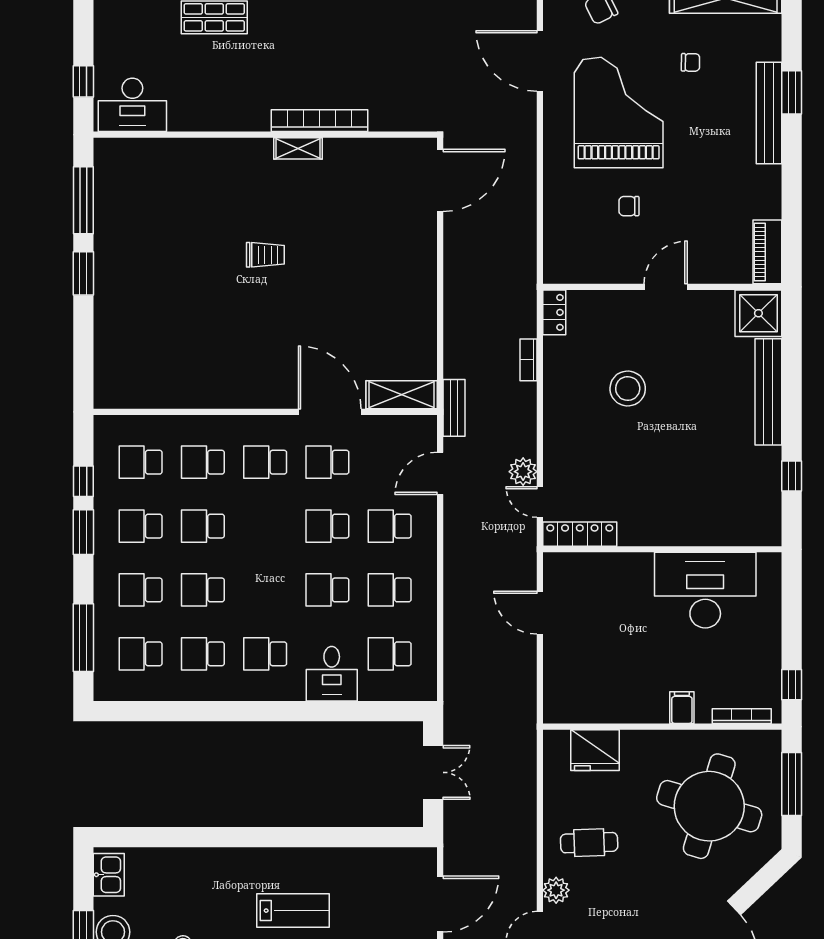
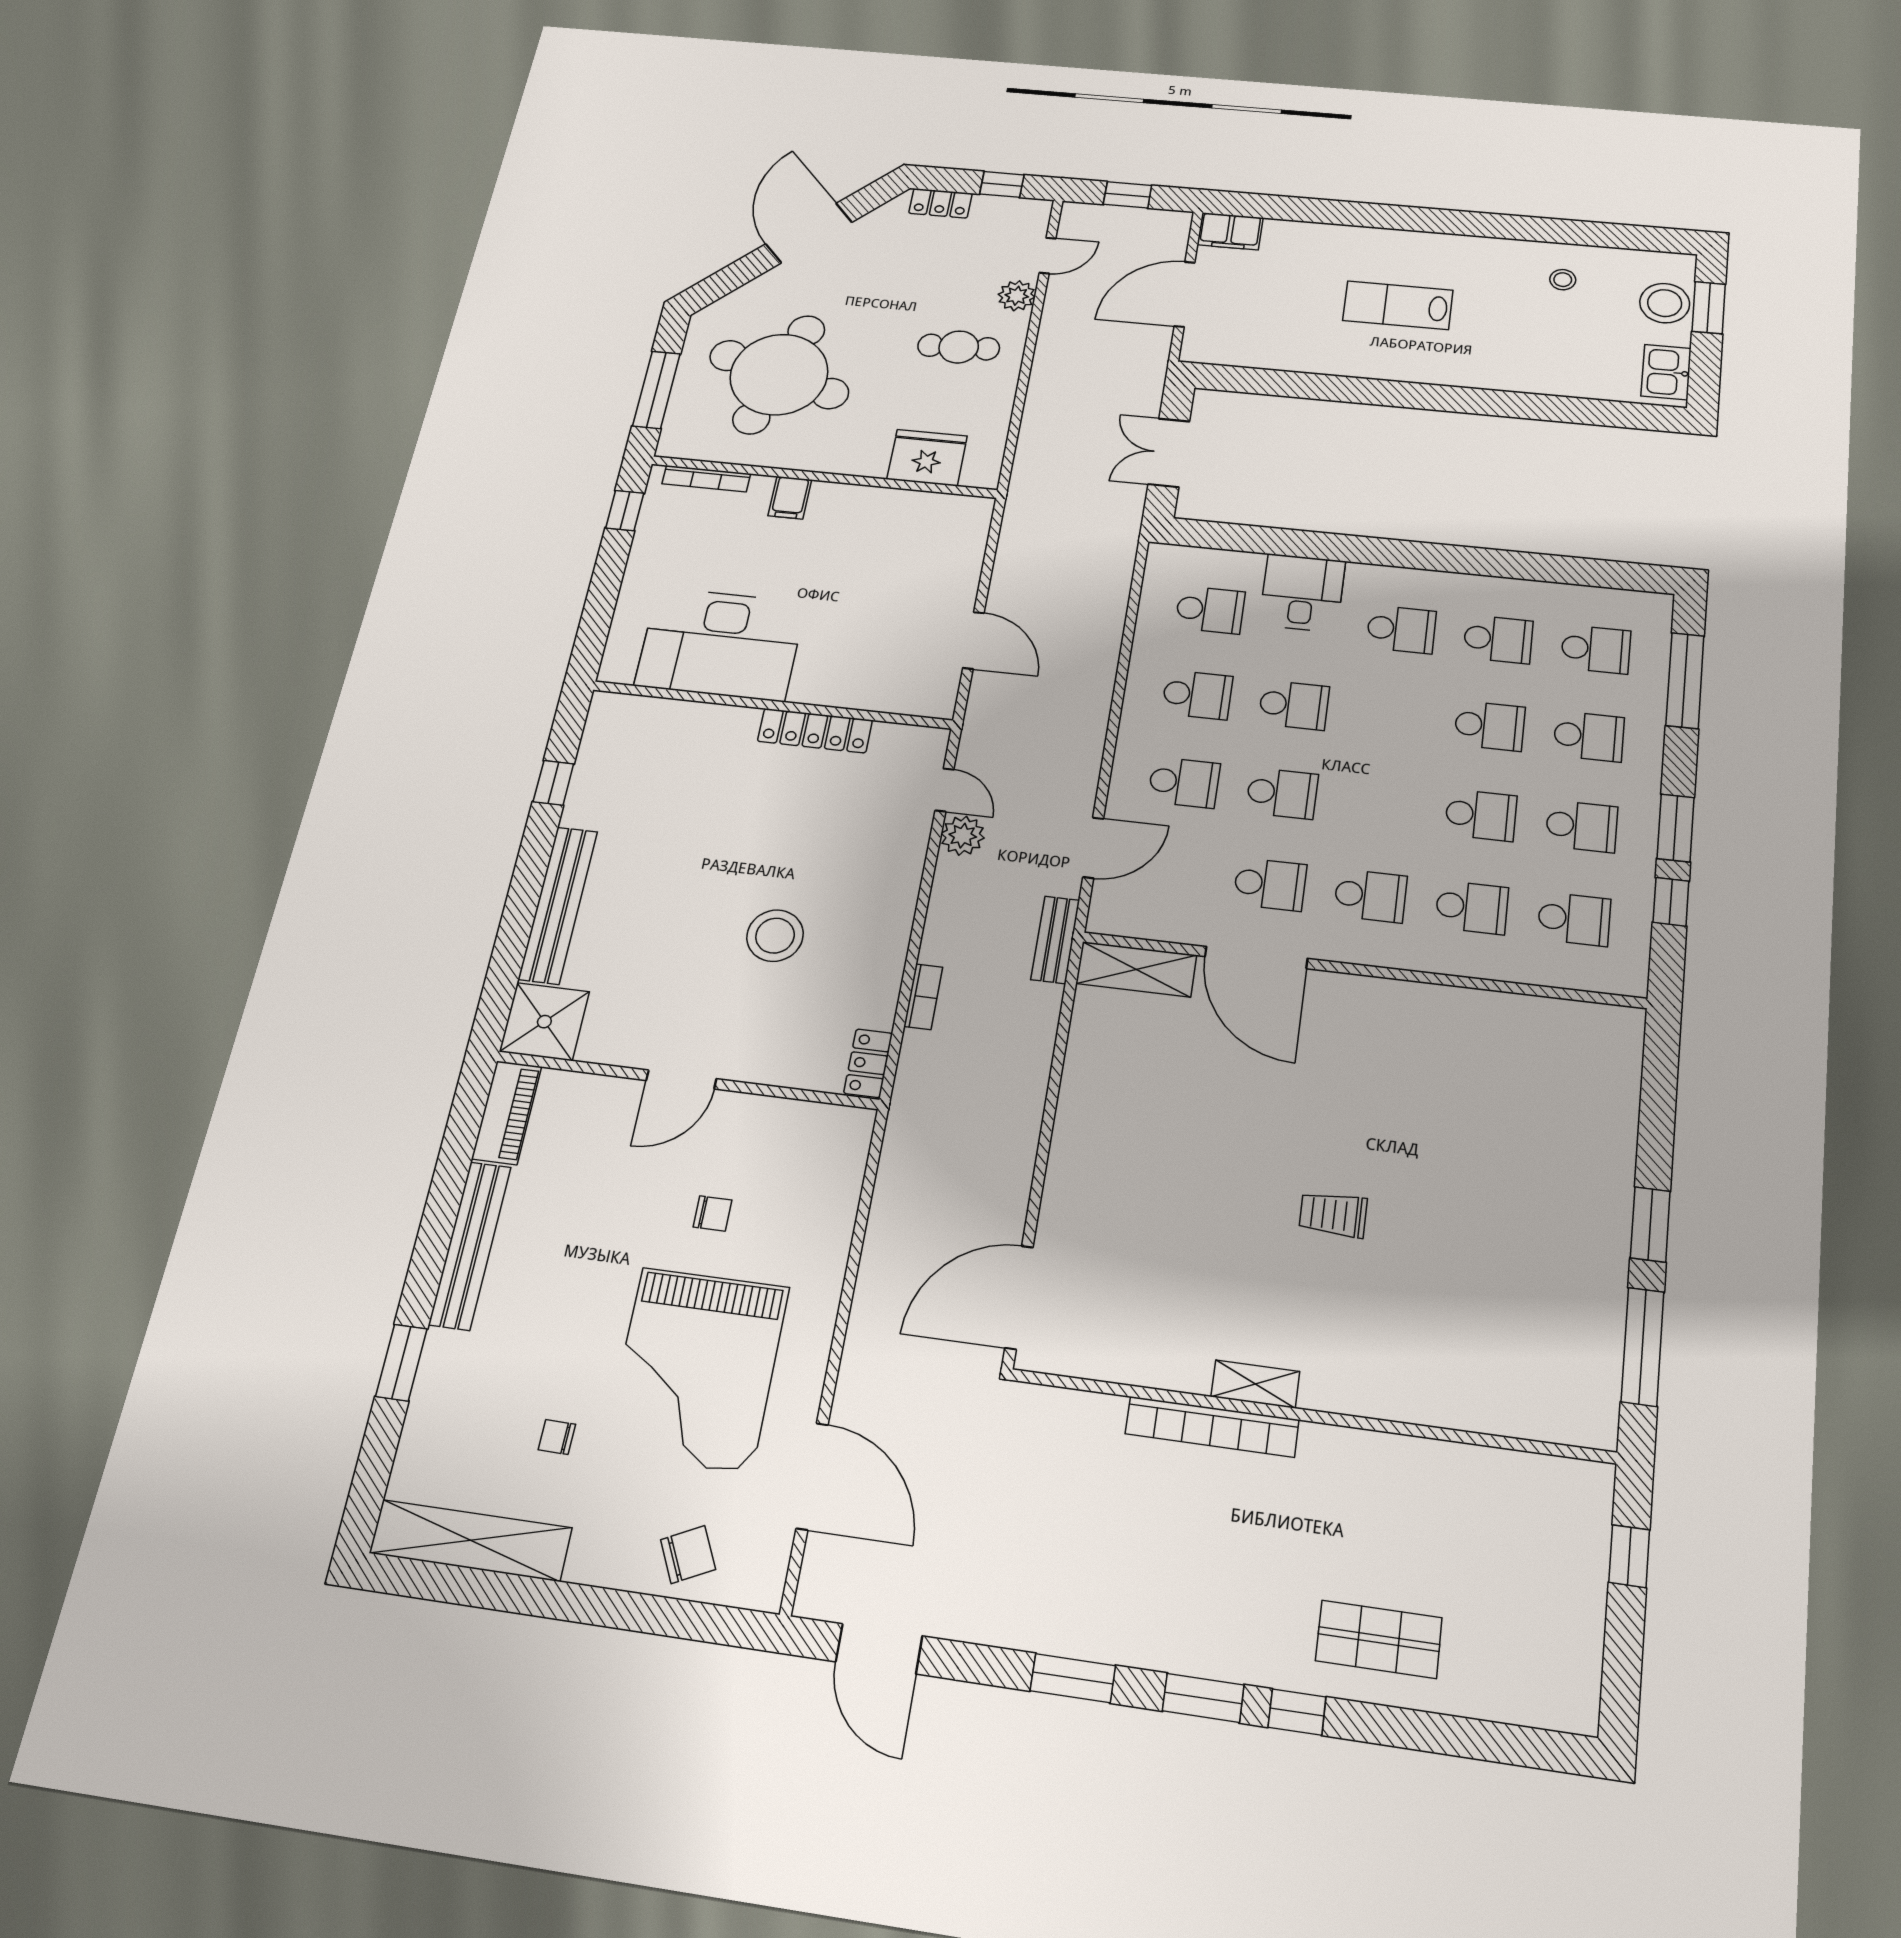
desk: (132, 105) -> (1542, 1501), removed
bench: (769, 113) -> (470, 1245), moved
locker: (580, 534) -> (815, 731), moved

